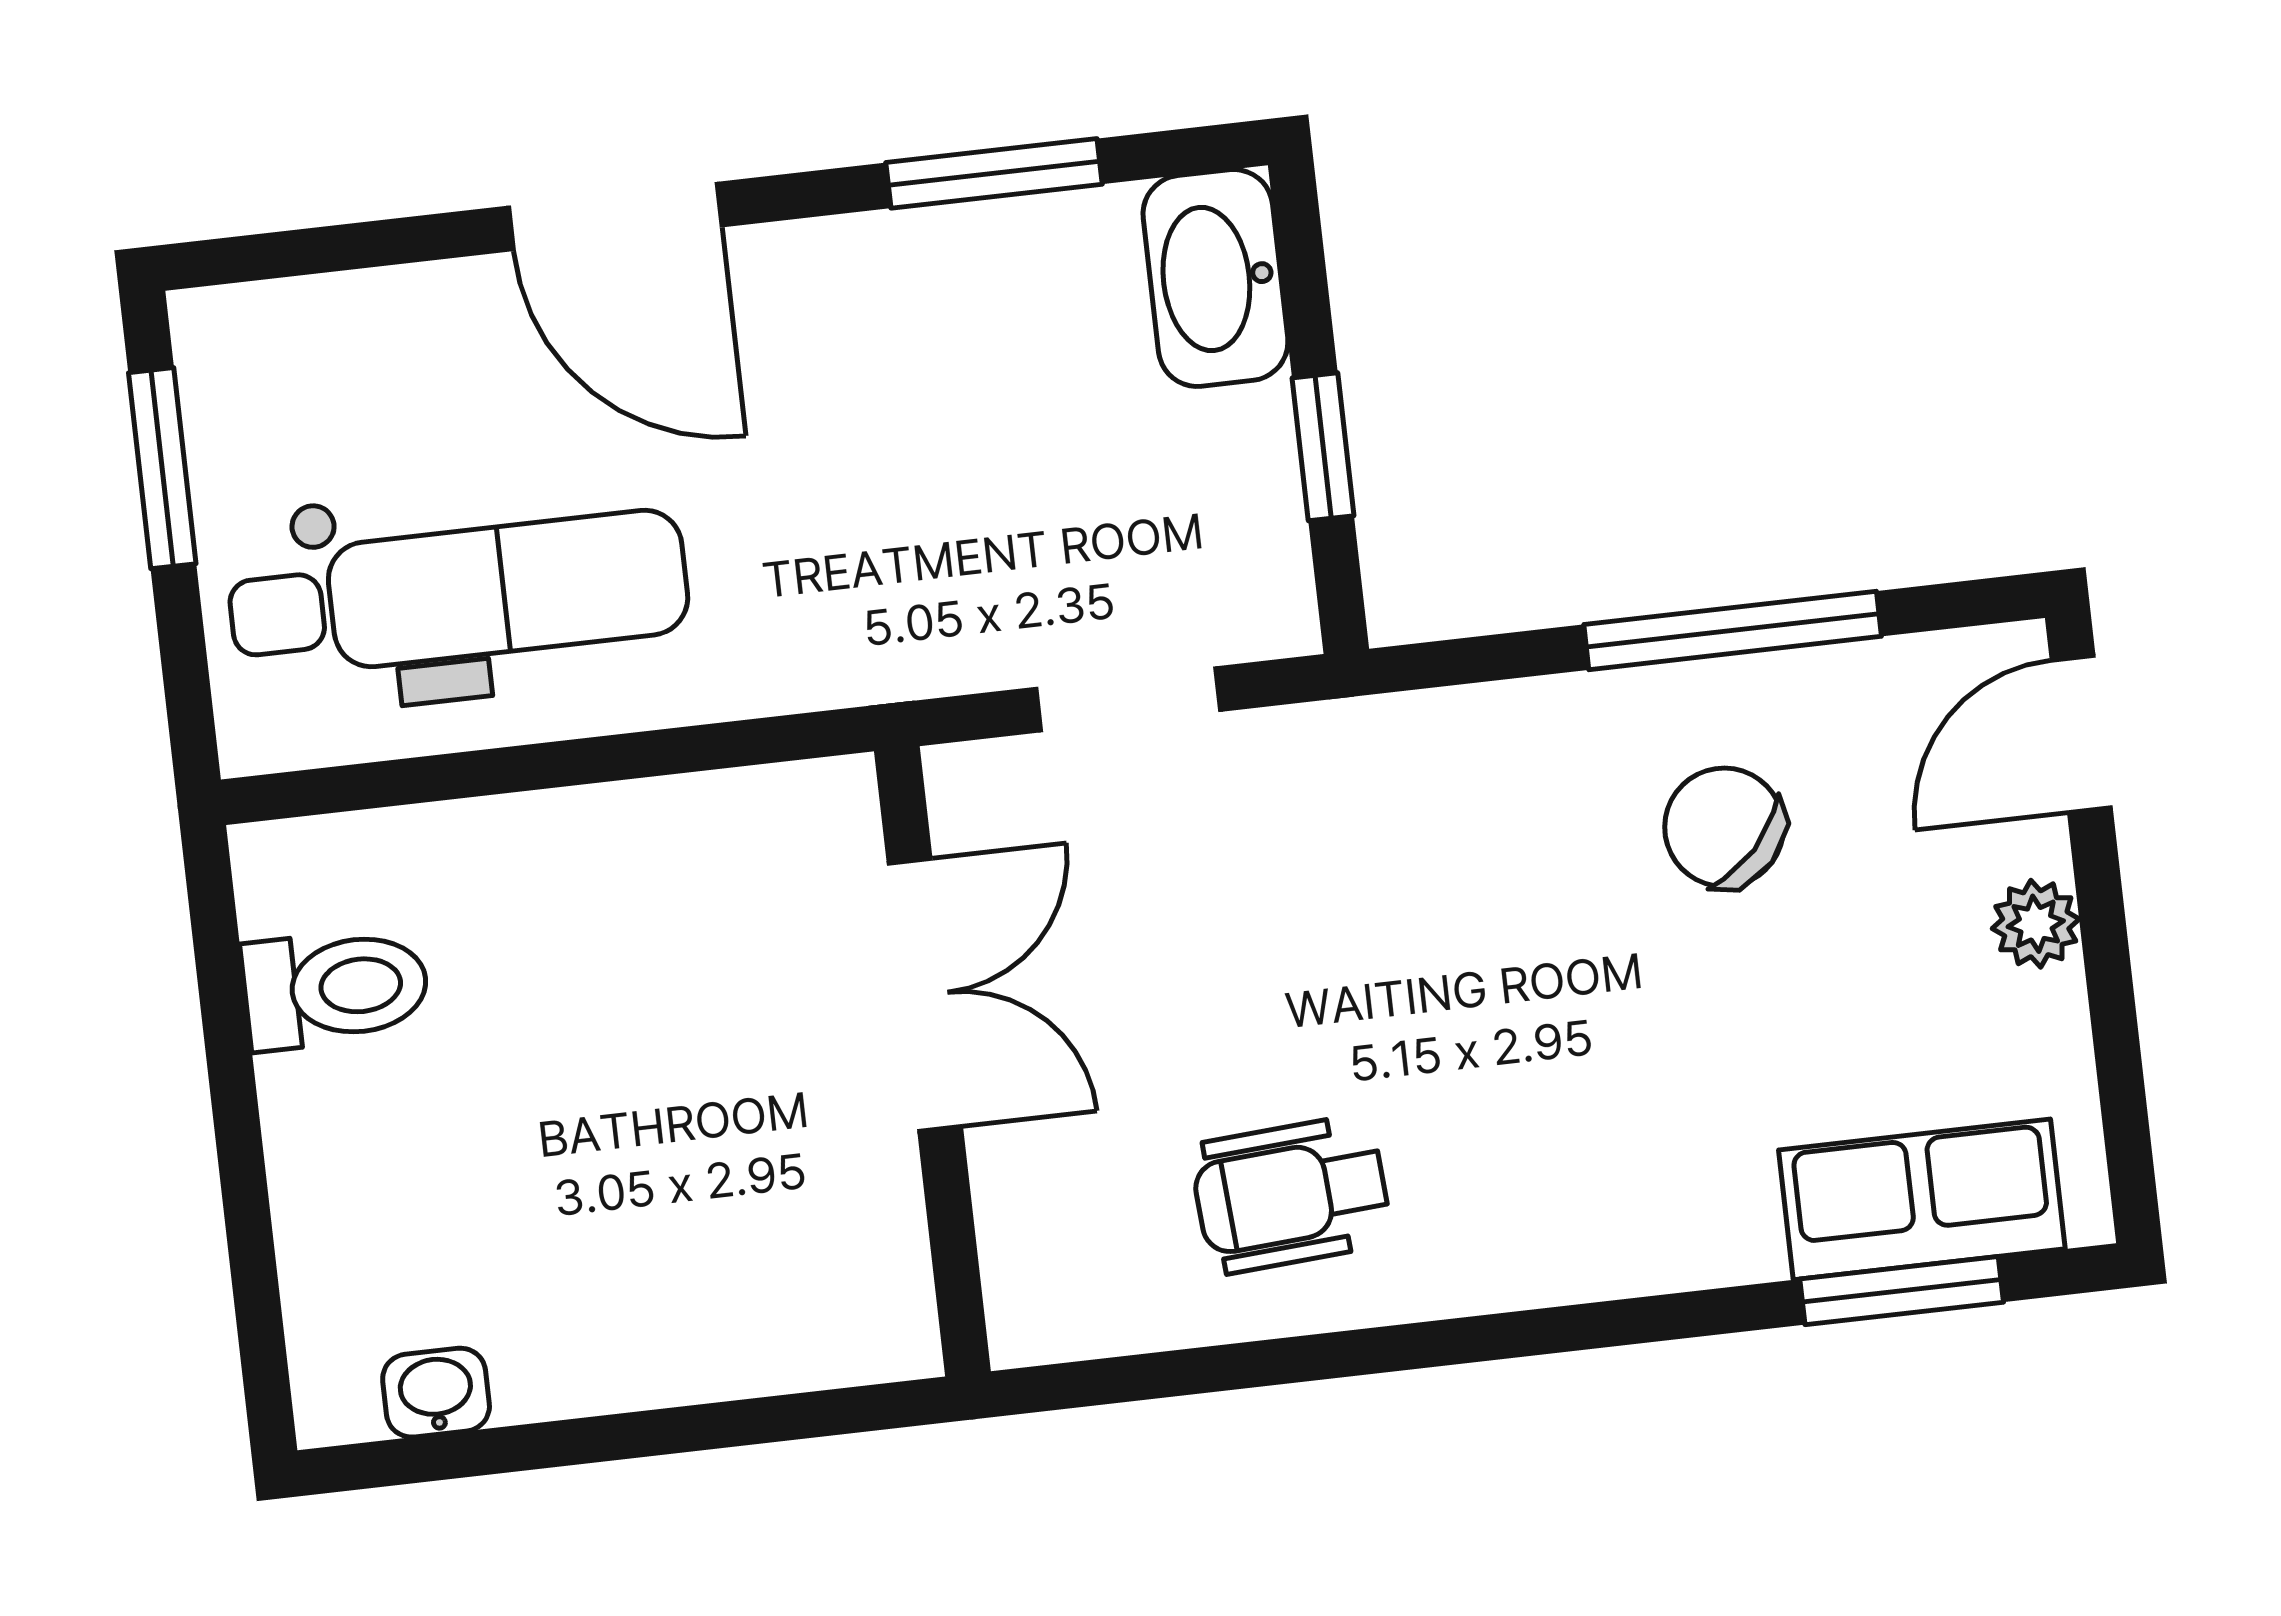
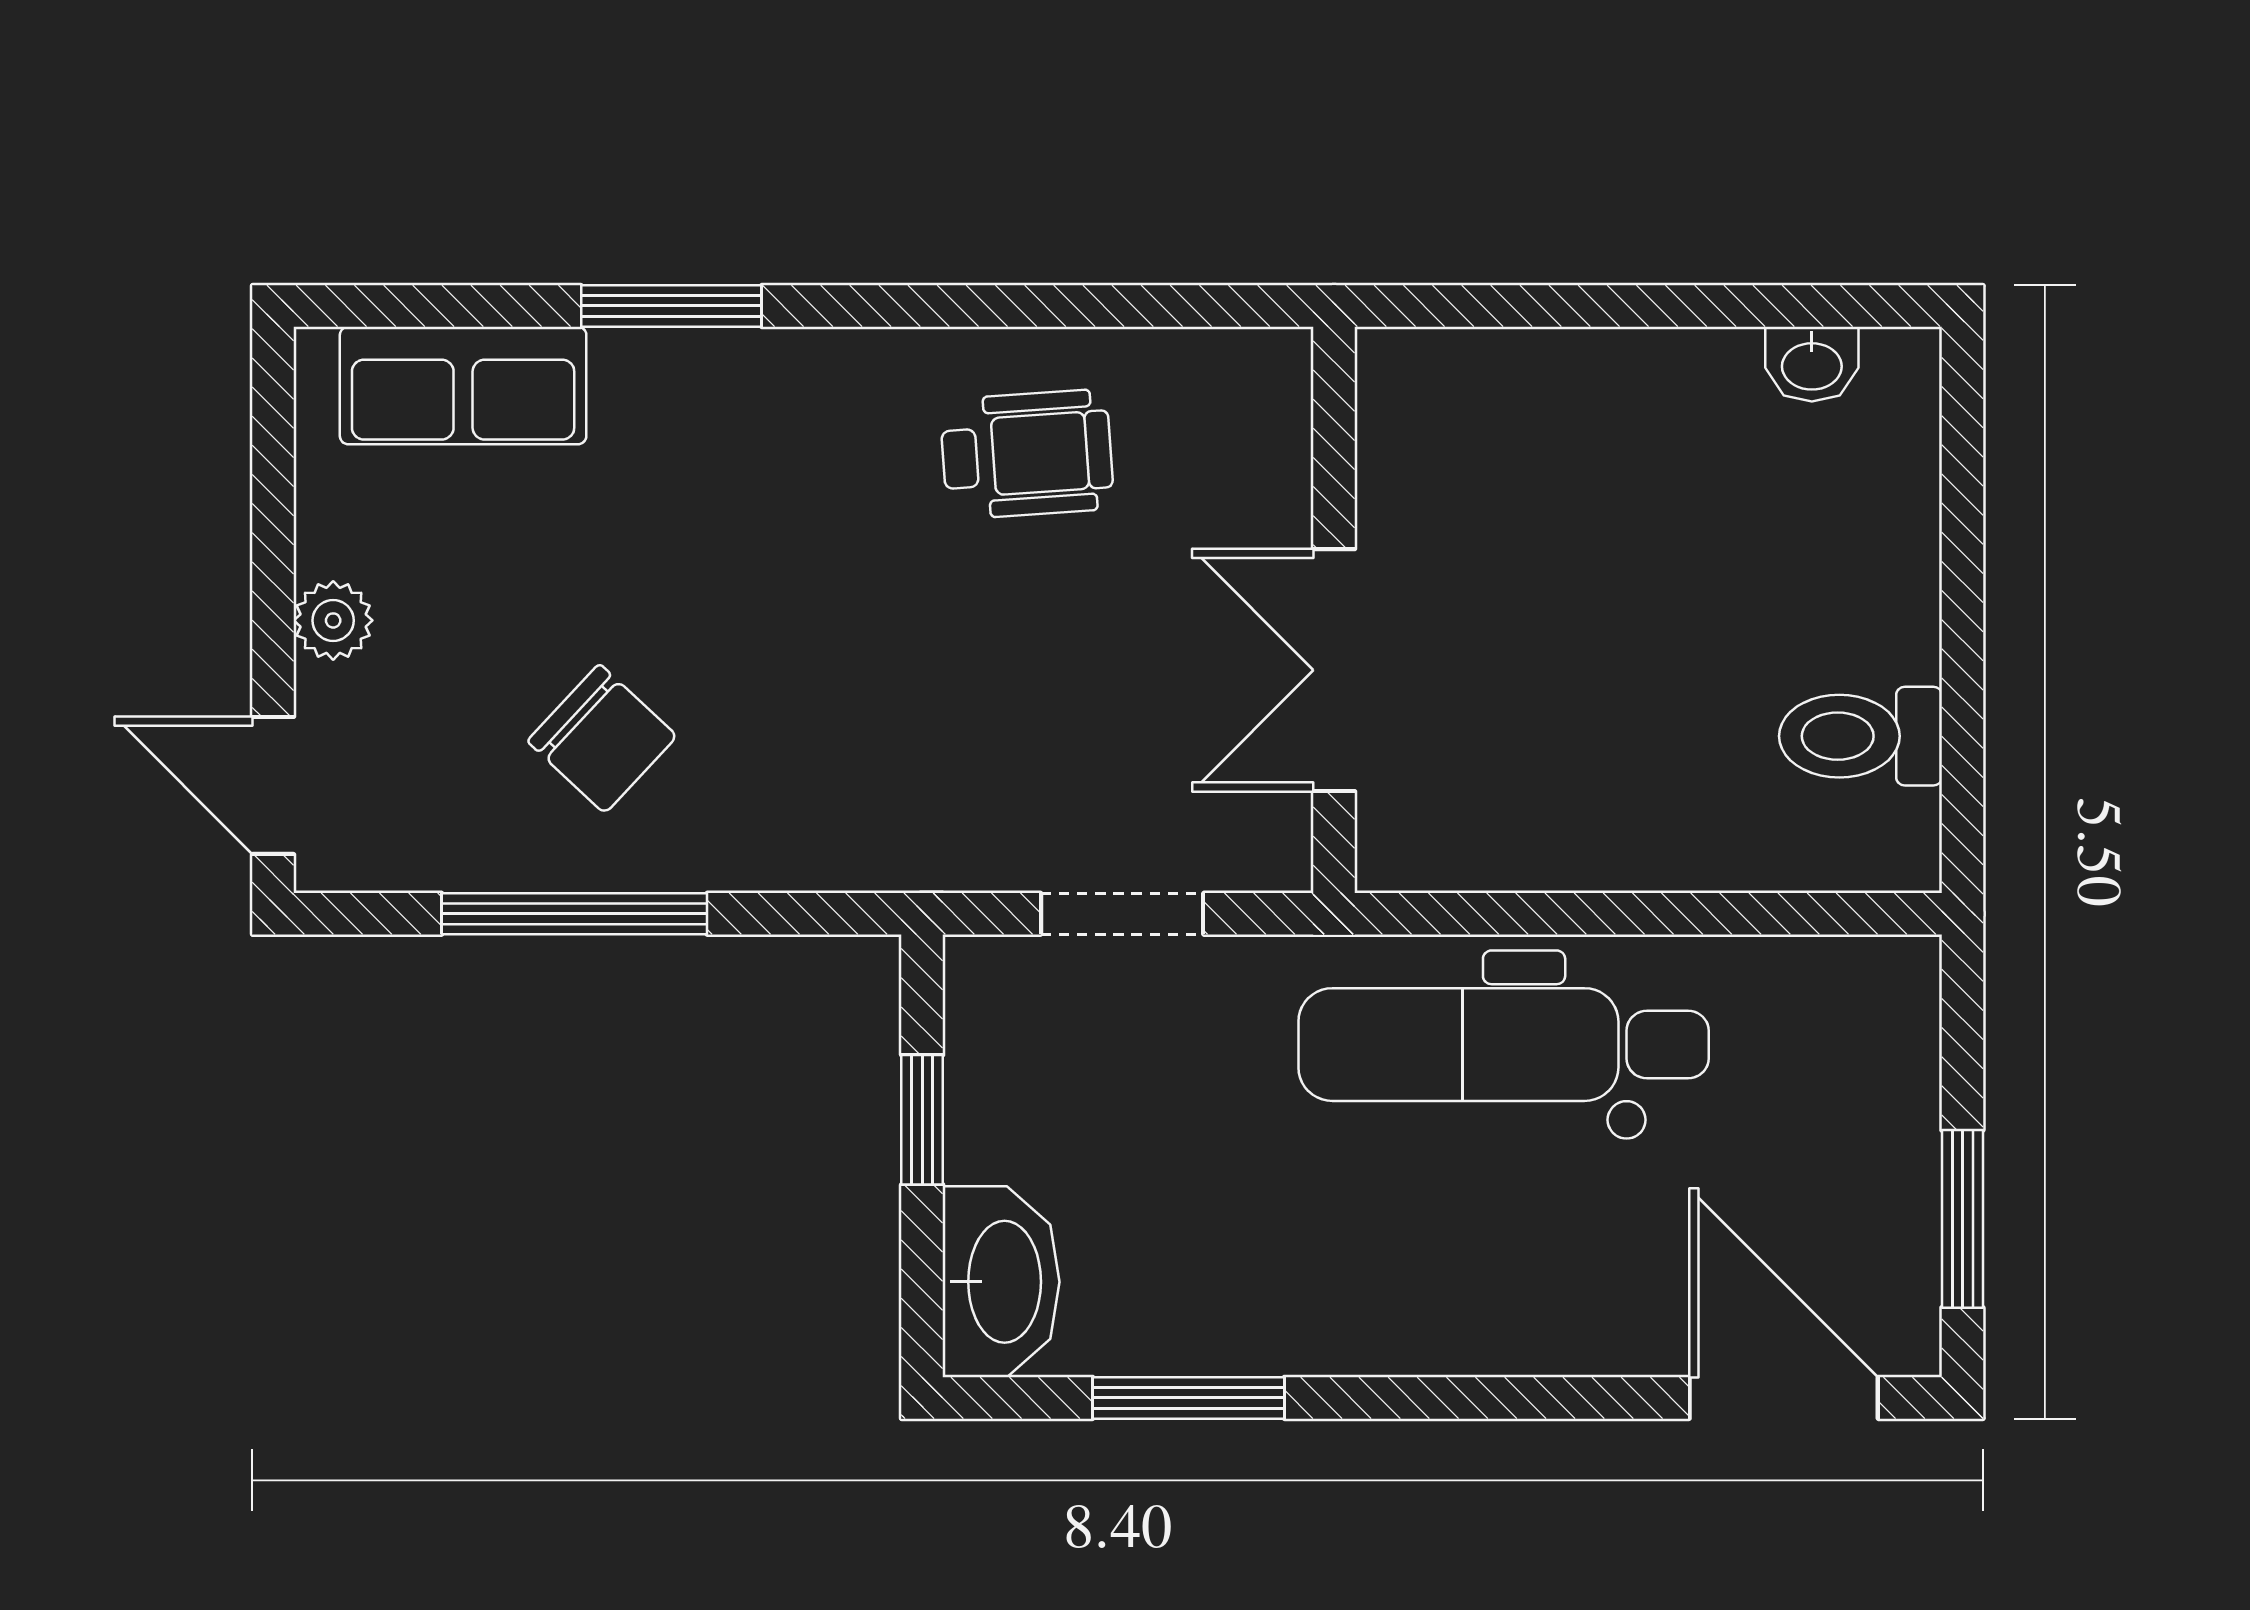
door: (615, 216) -> (1784, 1398), moved
dental chair: (458, 594) -> (1504, 1045), moved
door: (2081, 734) -> (273, 785), swing flipped
window: (1902, 1291) -> (671, 306), moved

